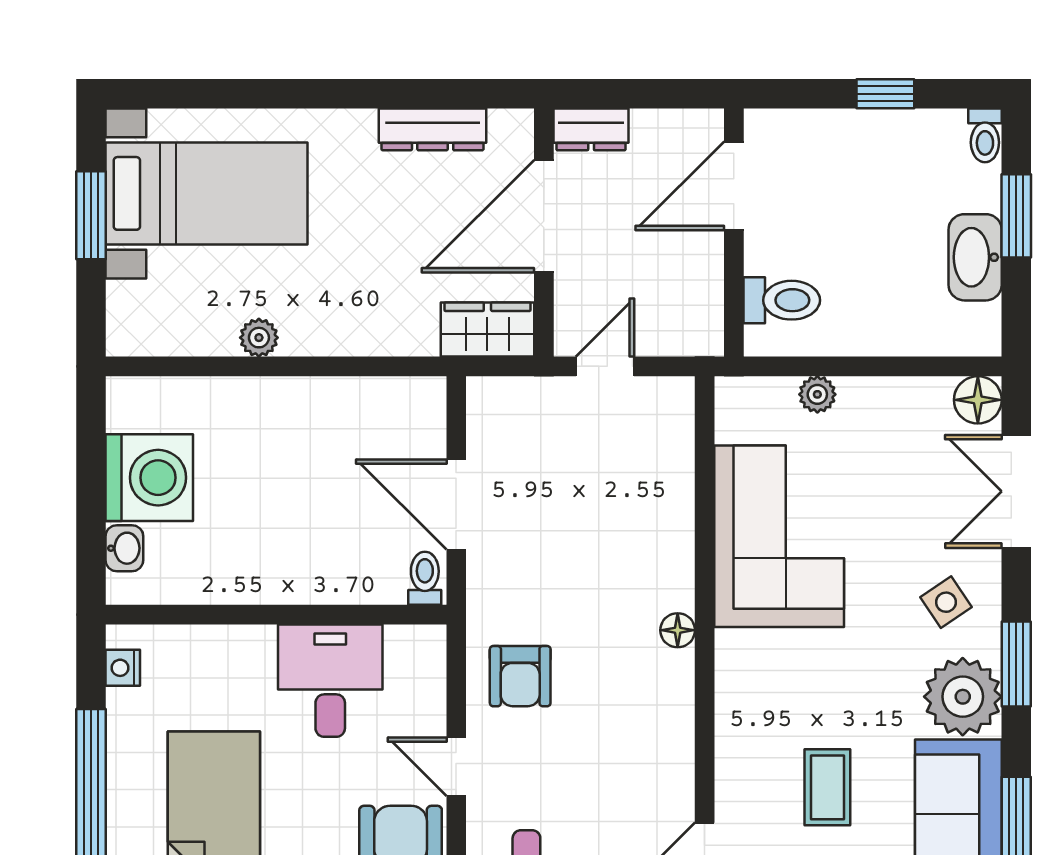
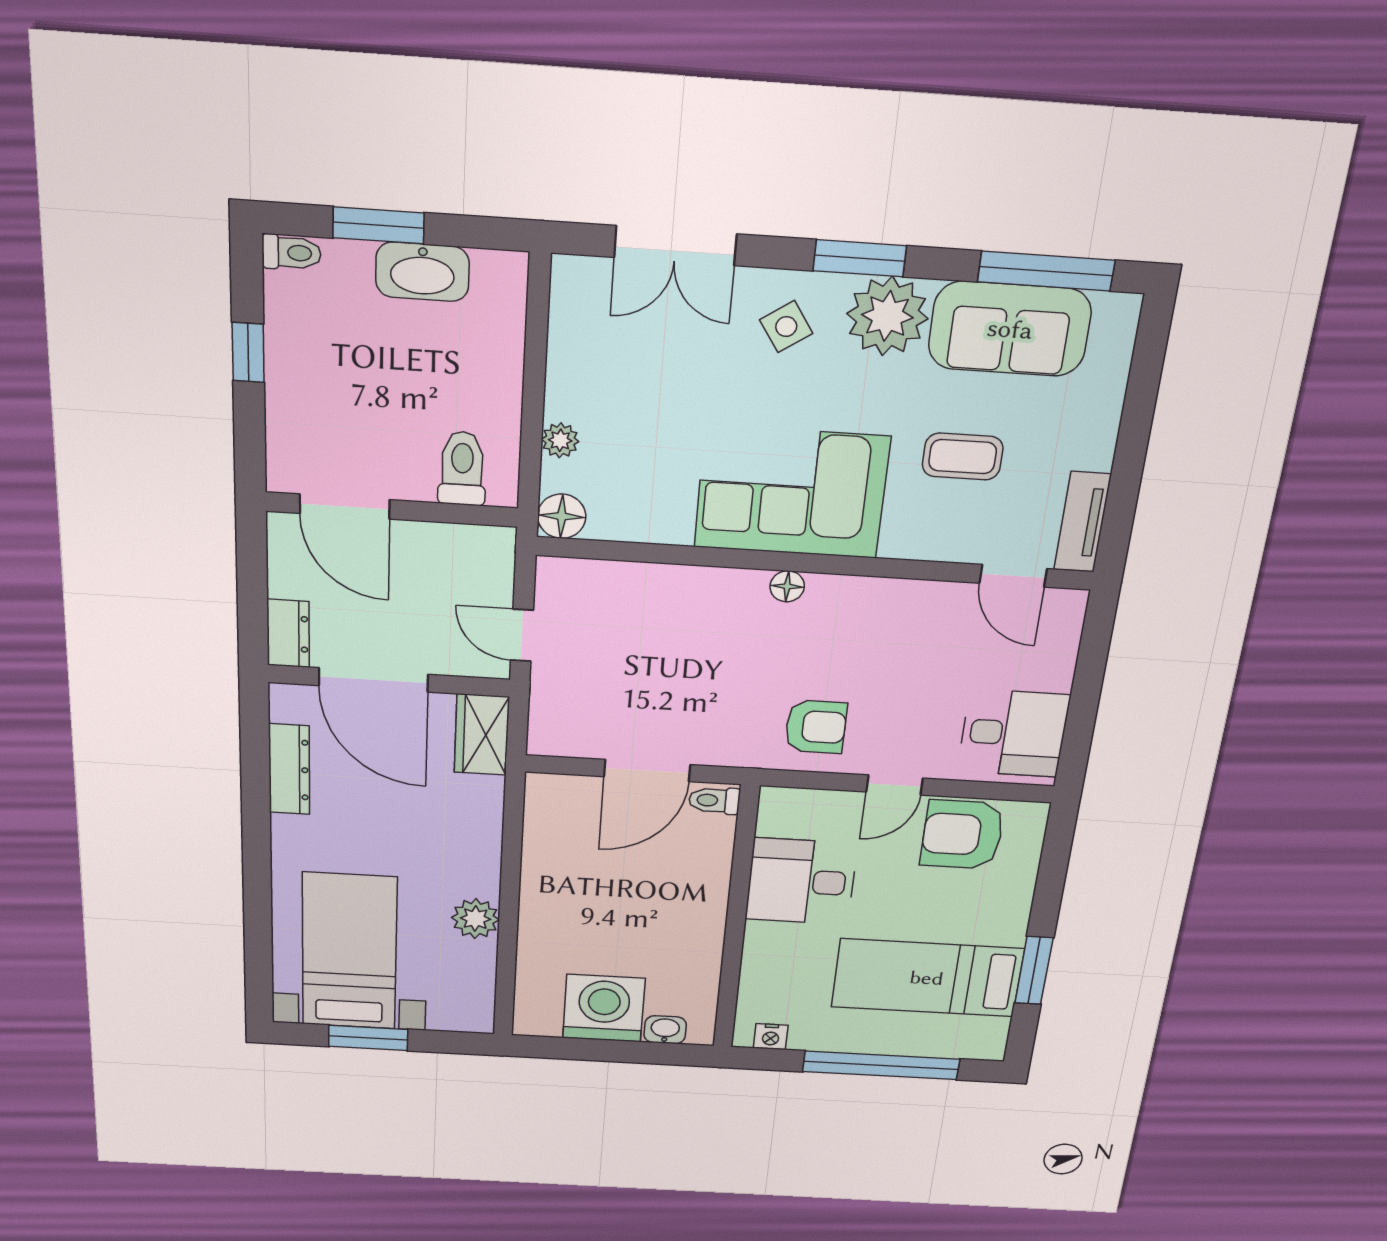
plant: (259, 338) -> (475, 919), width x1.38, depth x1.38
floor lamp: (978, 400) -> (562, 516), moved
corner sofa: (779, 536) -> (792, 492), moved

